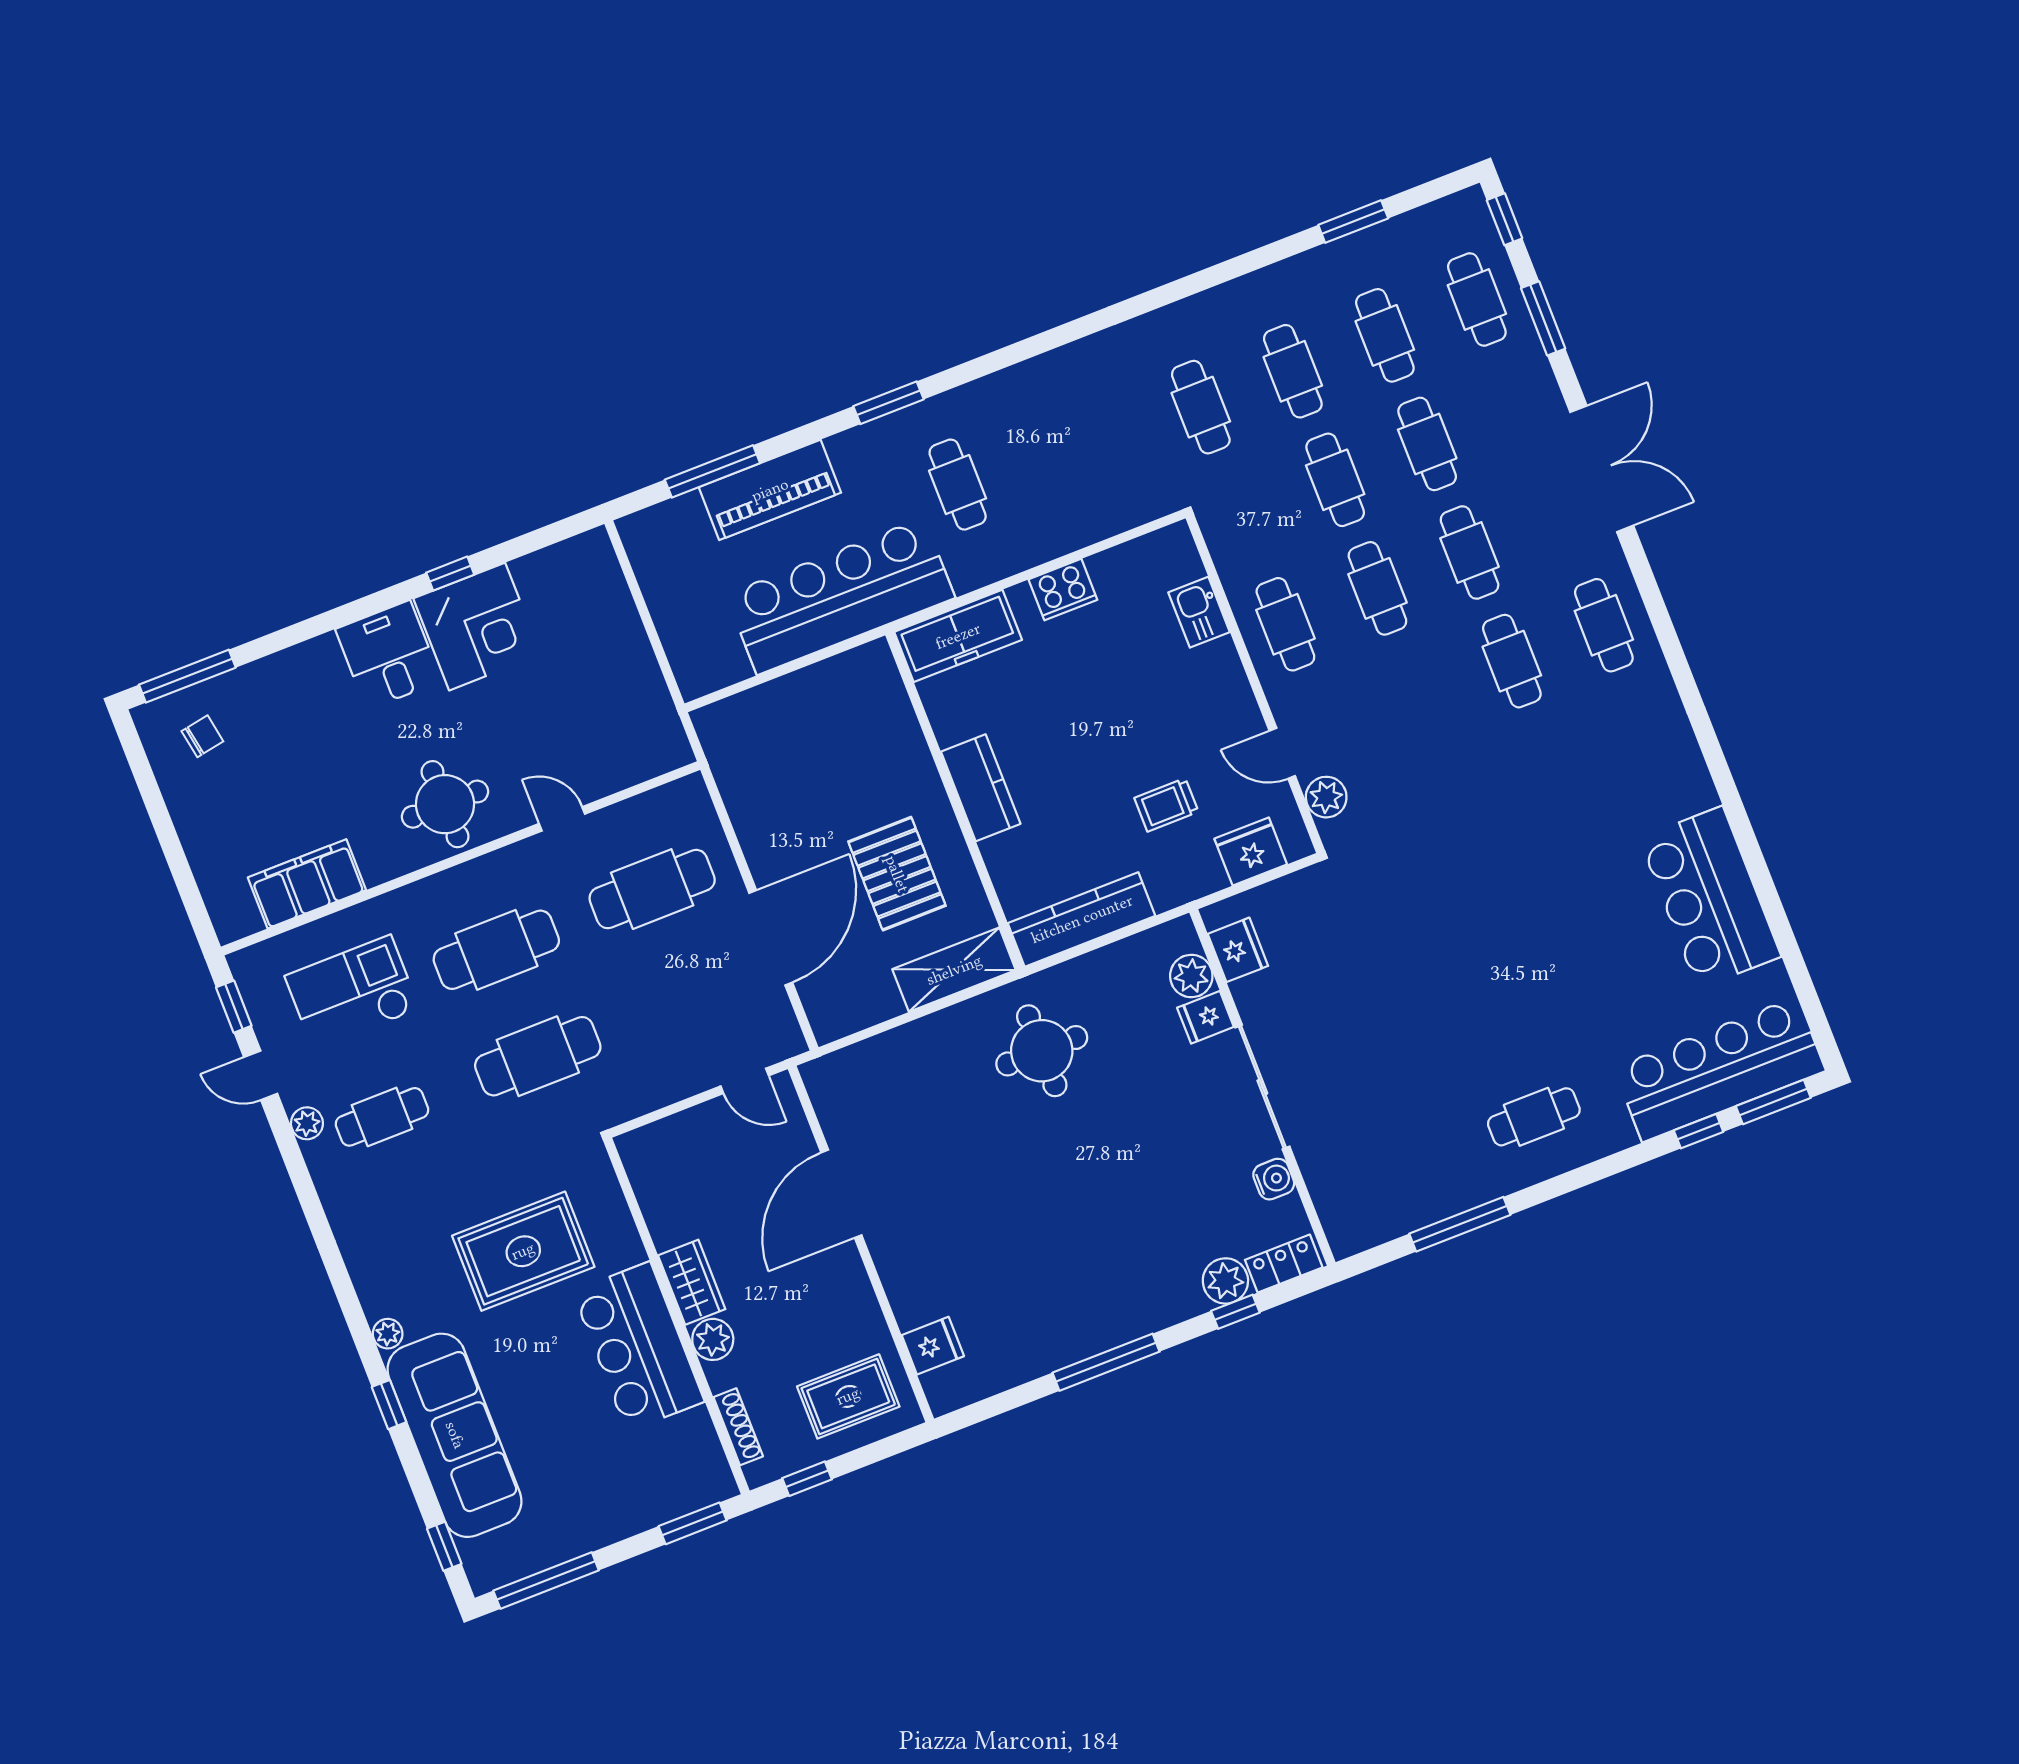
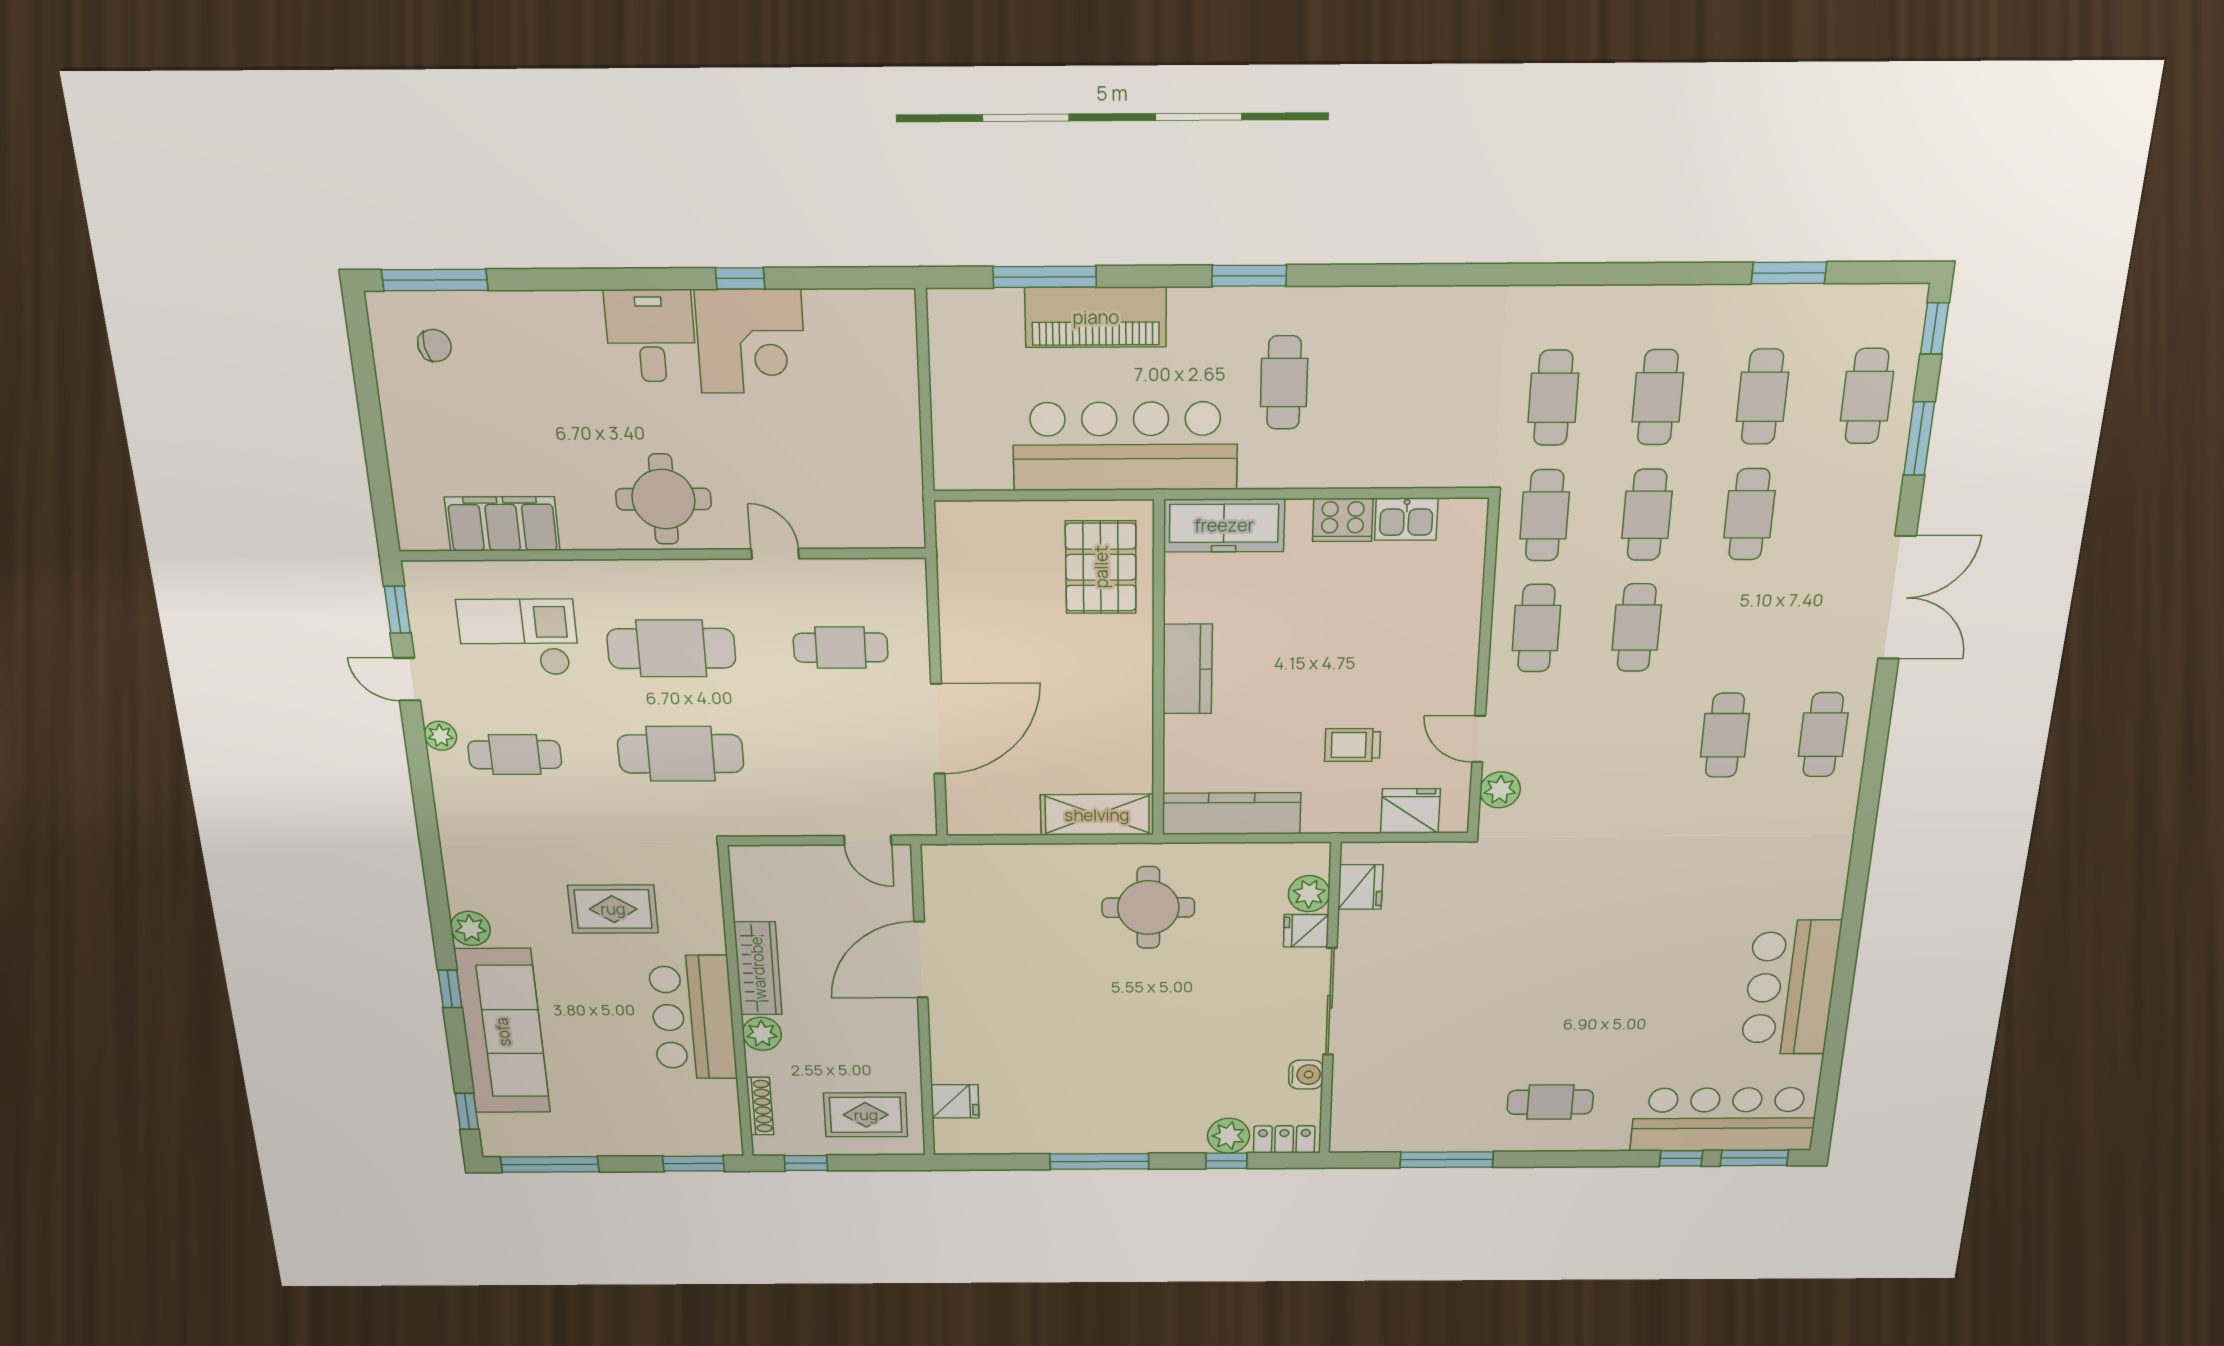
cafe table: (1470, 553) -> (1545, 515), moved
kitchen sink: (1199, 612) -> (1406, 519), moved, turned -90
pallet: (897, 874) -> (1101, 567), moved
cafe table: (652, 889) -> (841, 648), width x0.73, depth x0.74
rug: (523, 1251) -> (613, 909), width x0.73, depth x0.70
wardrobe: (692, 1282) -> (758, 968), width x1.50
plant: (388, 1334) -> (470, 929), width x1.38, depth x1.38

